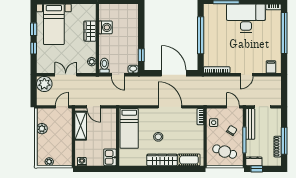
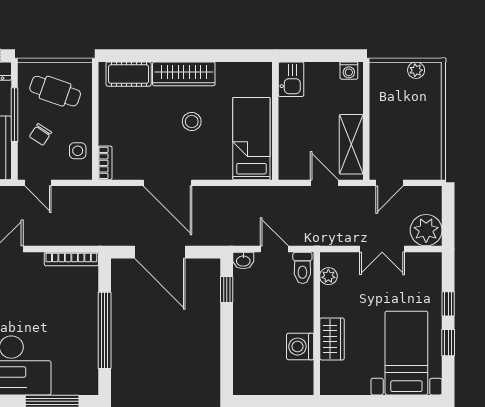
plant: (42, 129) -> (431, 138), removed

